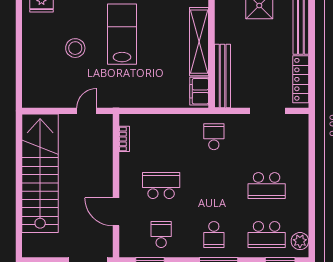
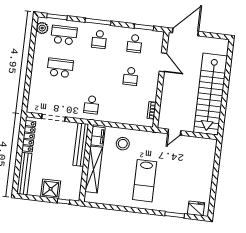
stool: (75, 48) -> (123, 144), moved
school desk: (161, 186) -> (131, 76), width x0.54
school desk: (214, 235) -> (99, 39), turned 180

